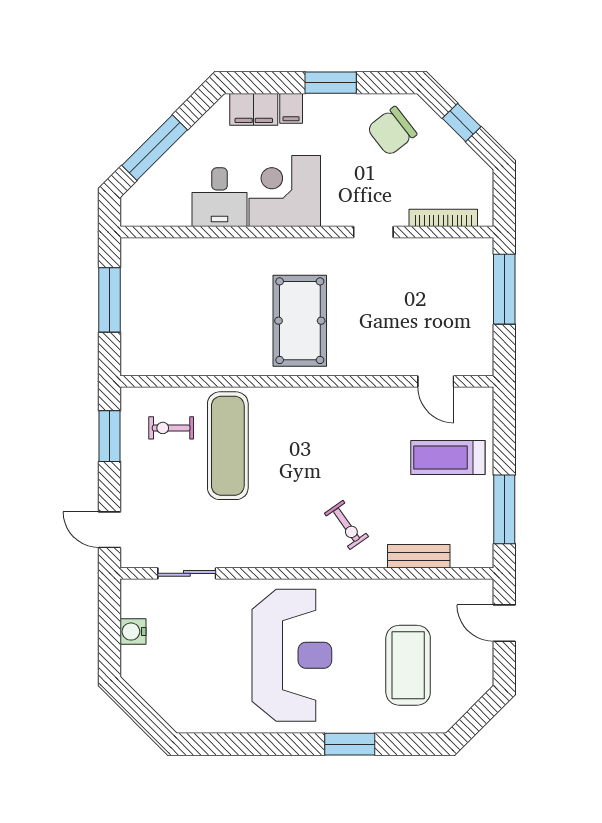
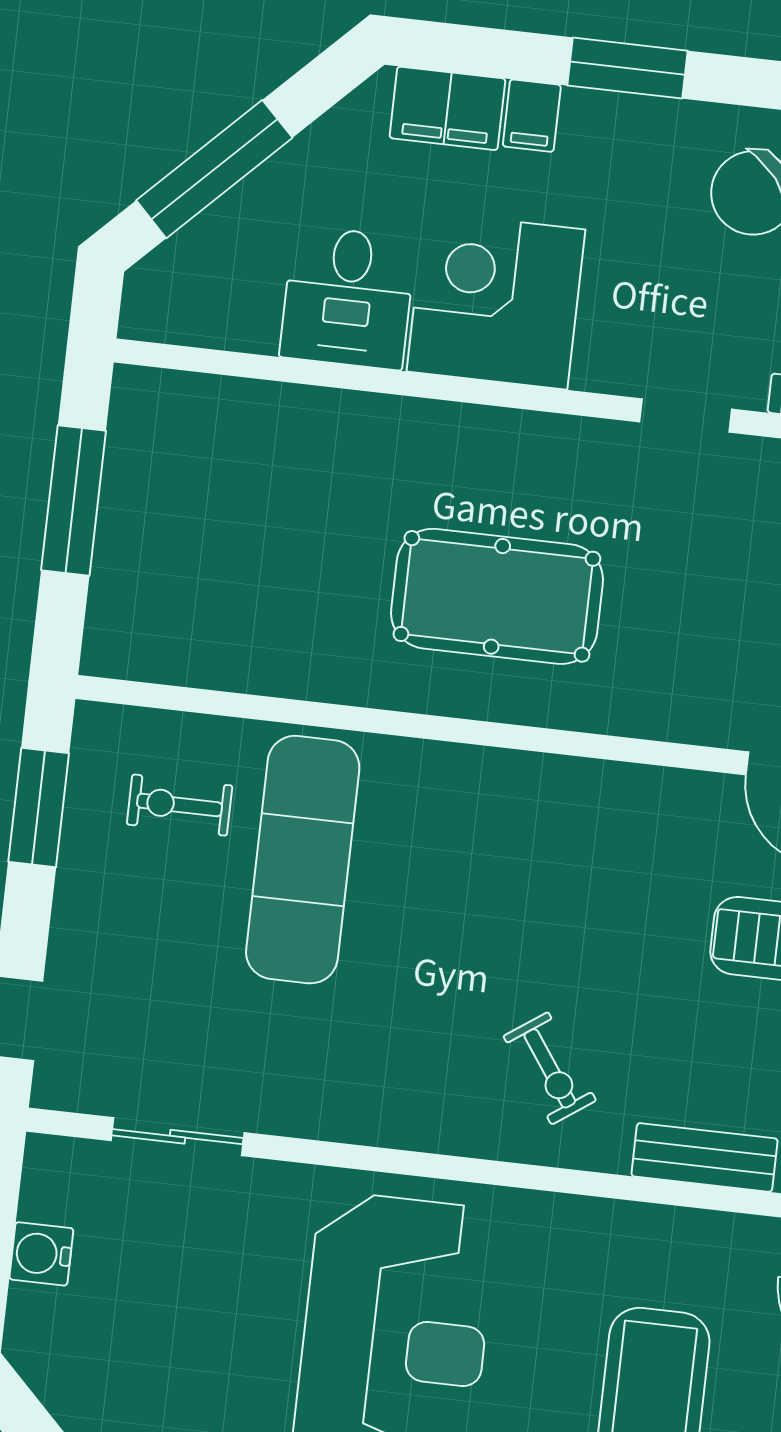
pool table: (300, 321) -> (497, 596), turned 90

